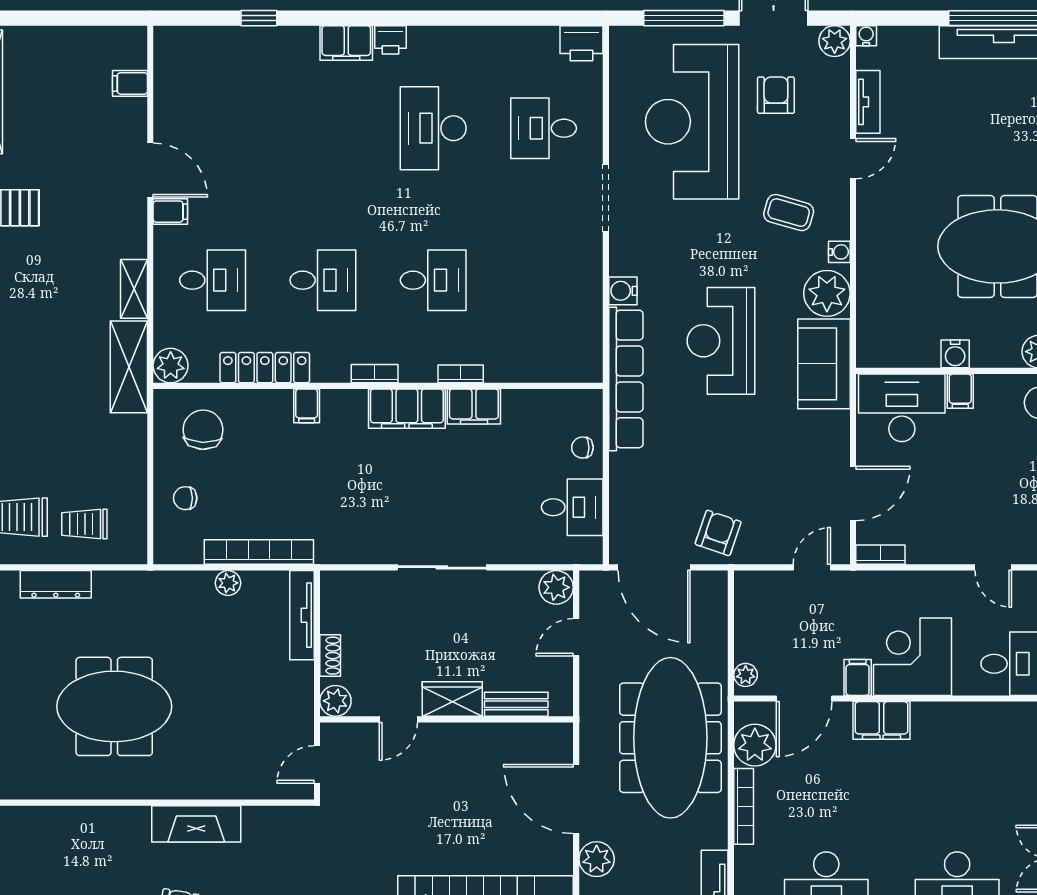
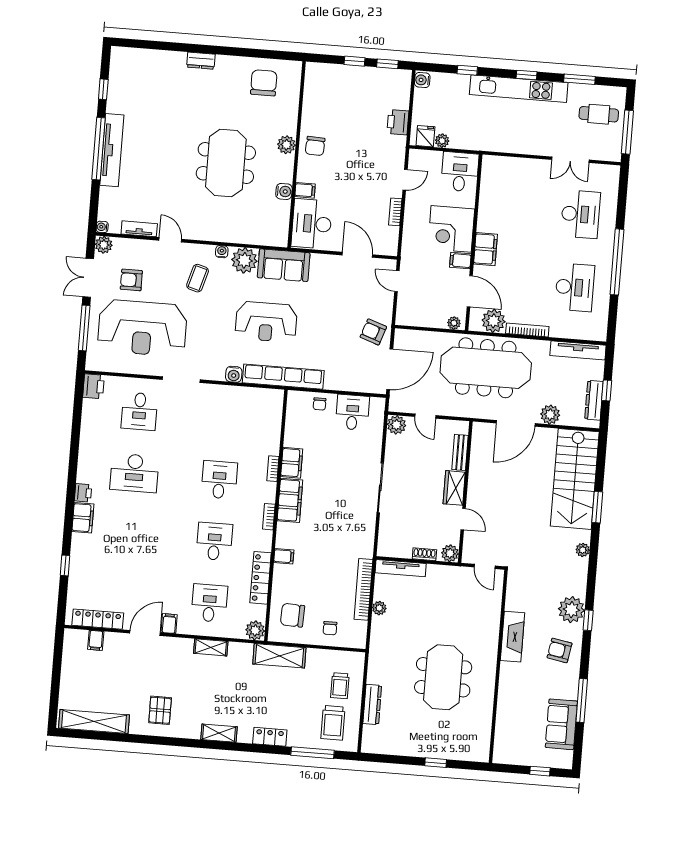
locker: (168, 84) -> (98, 619), added
shelving: (129, 367) -> (279, 656), moved
bookcase: (880, 555) -> (395, 212), moved

